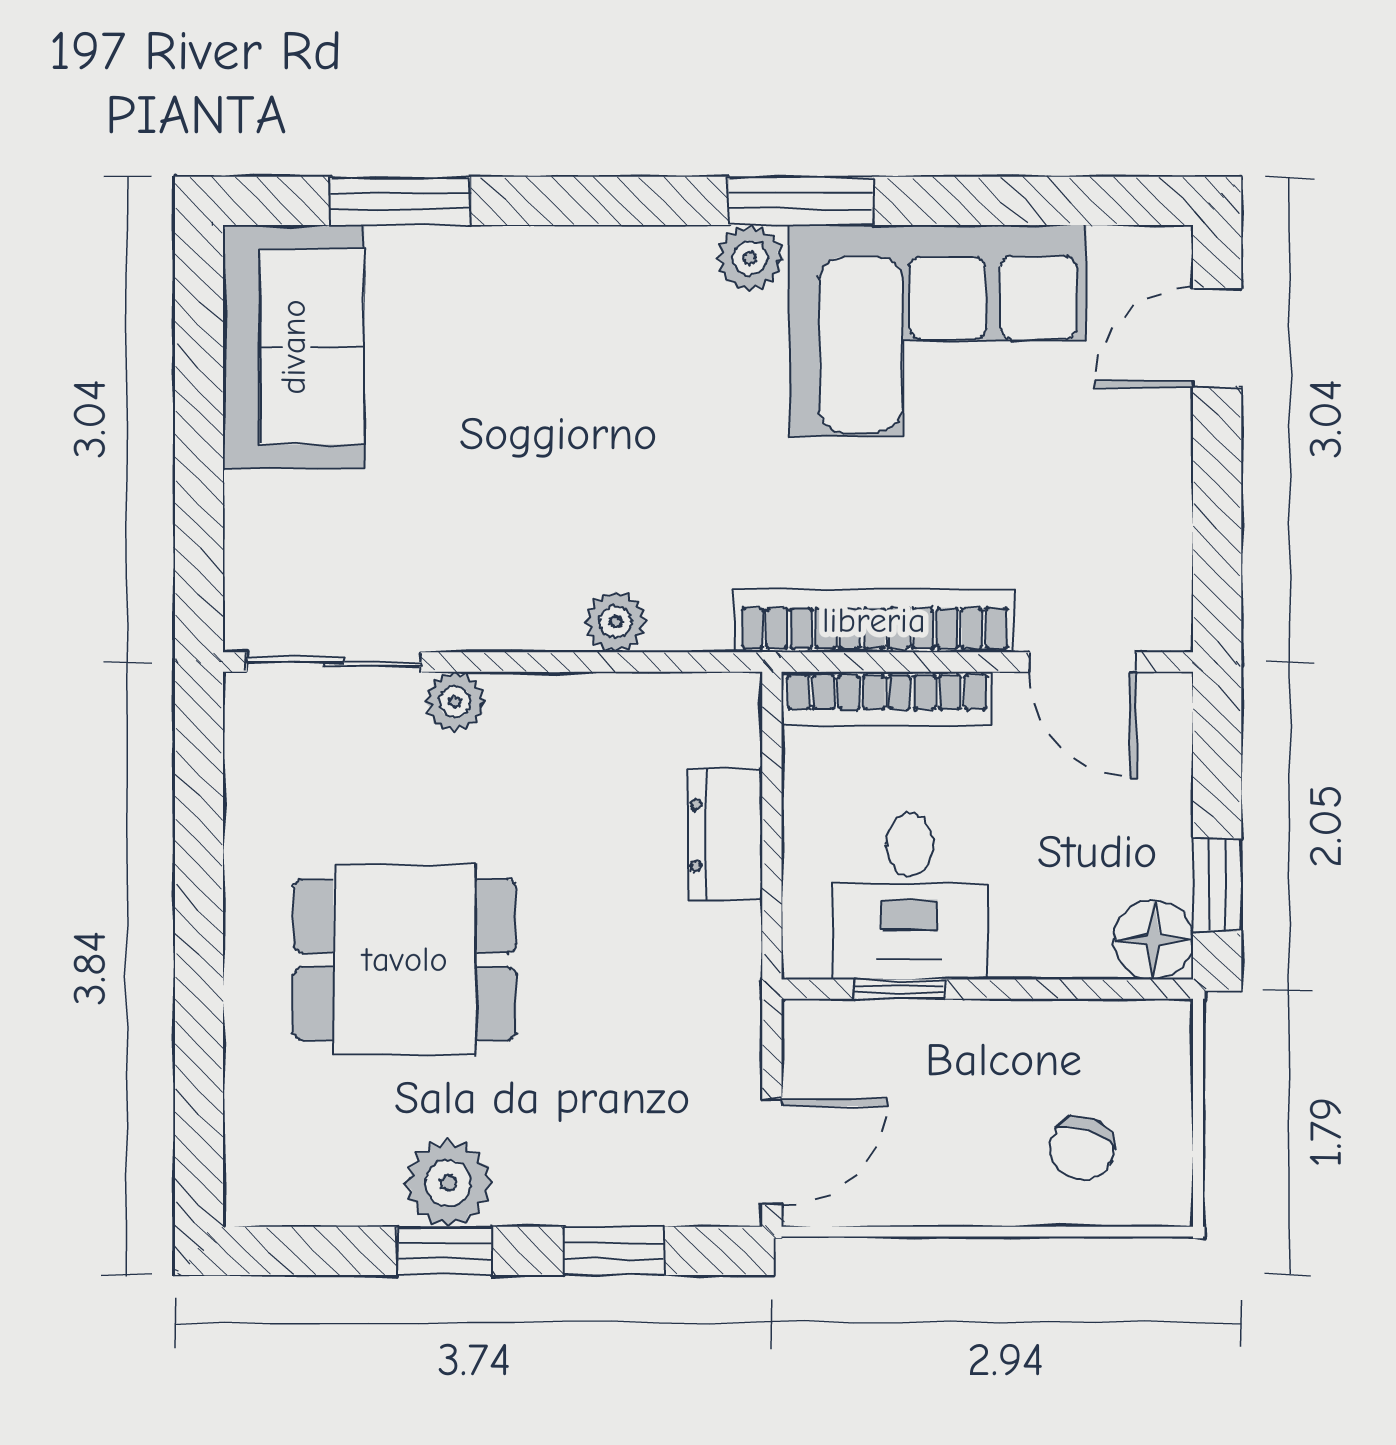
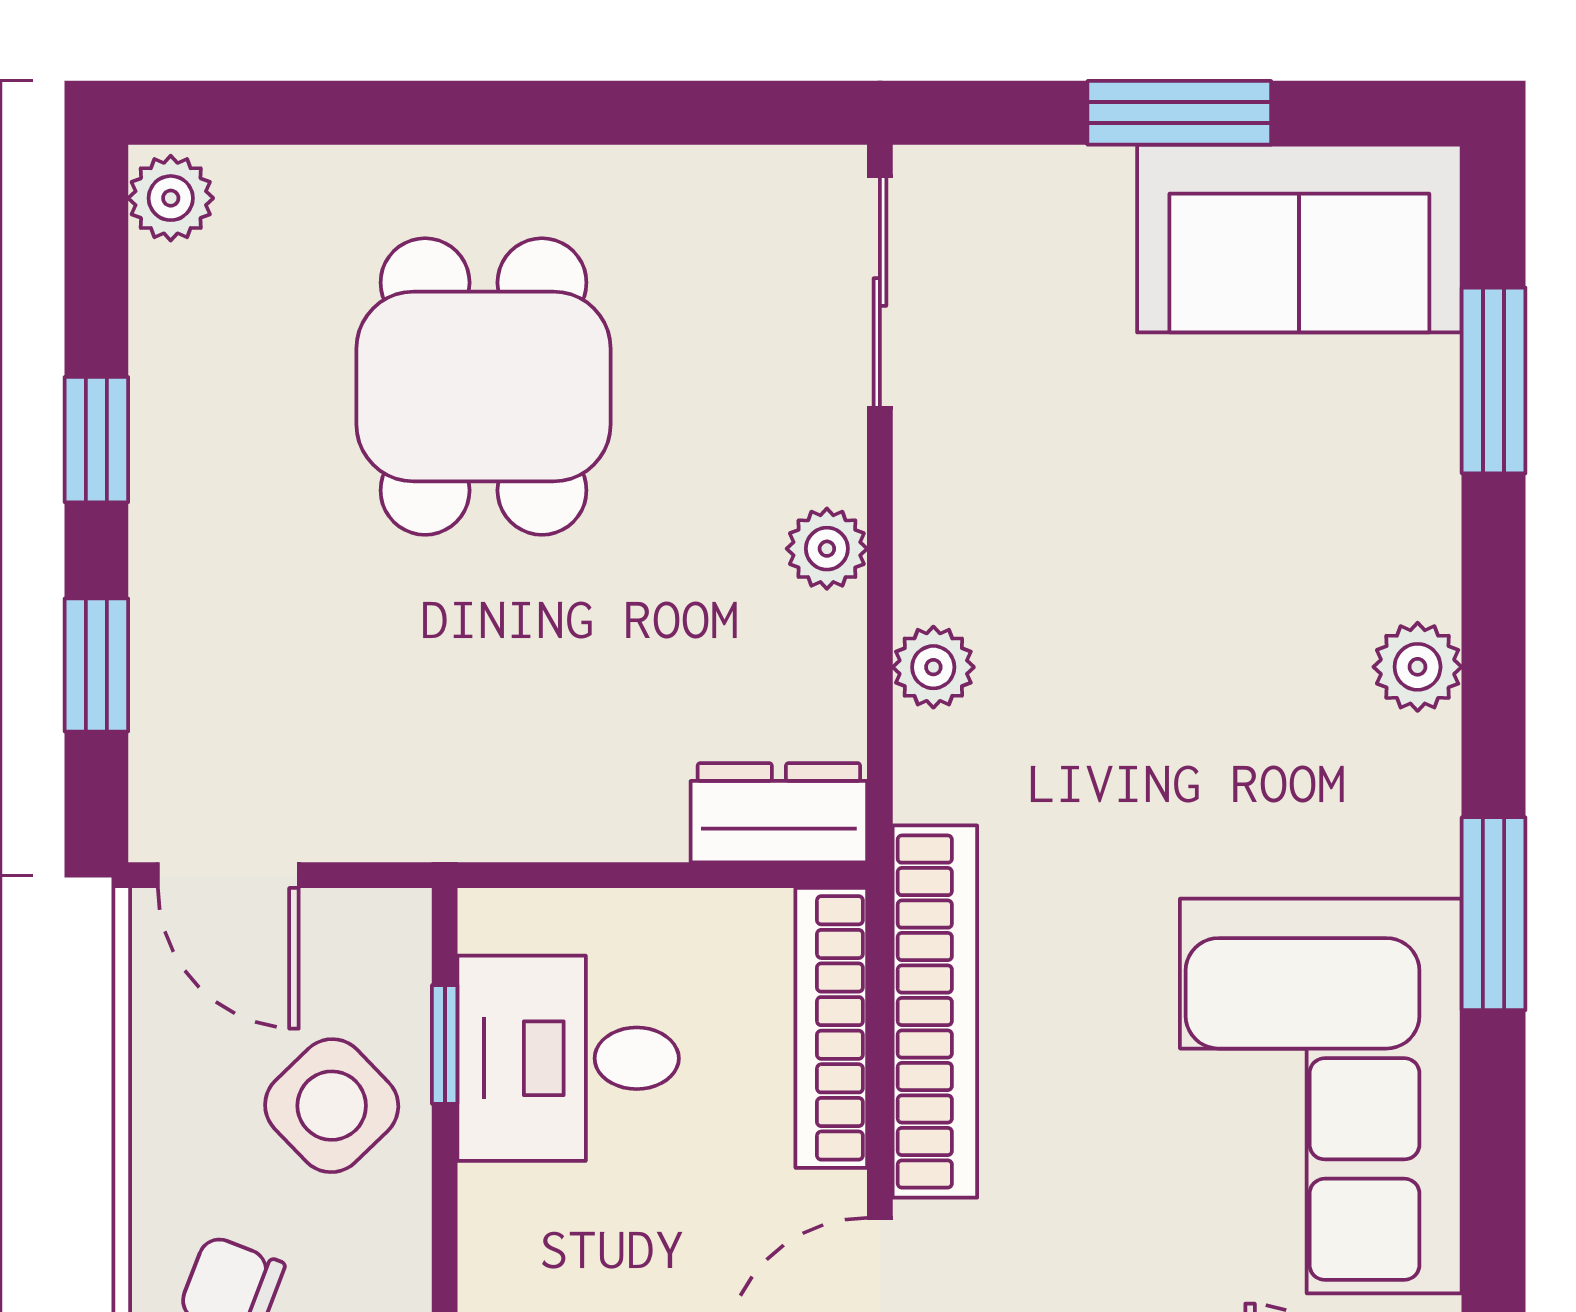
plant: (750, 258) -> (1418, 667), moved
window: (199, 437) -> (1179, 113), added
plant: (455, 702) -> (827, 549), moved
dresser: (725, 835) -> (779, 813), moved
side table: (945, 1074) -> (332, 1106), added
plant: (448, 1183) -> (171, 198), moved, width x0.73, depth x0.73

